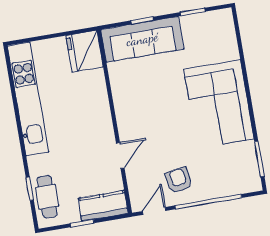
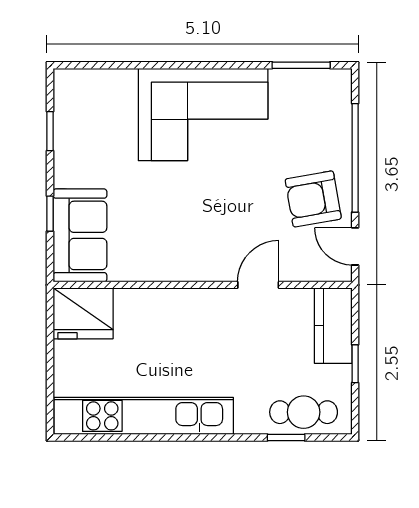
sofa: (142, 39) -> (80, 235), width x0.73
door: (120, 156) -> (258, 285), hinge flipped
armchair: (179, 180) -> (313, 199), width x1.38, depth x1.38

